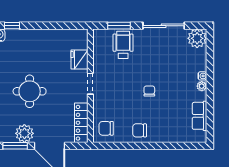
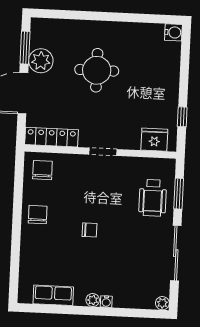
window: (12, 26) -> (182, 117), moved
plant: (197, 38) -> (162, 303), width x0.53, depth x0.53
wheelchair: (123, 45) -> (153, 198), turned 90
fridge: (79, 60) -> (154, 140), moved

